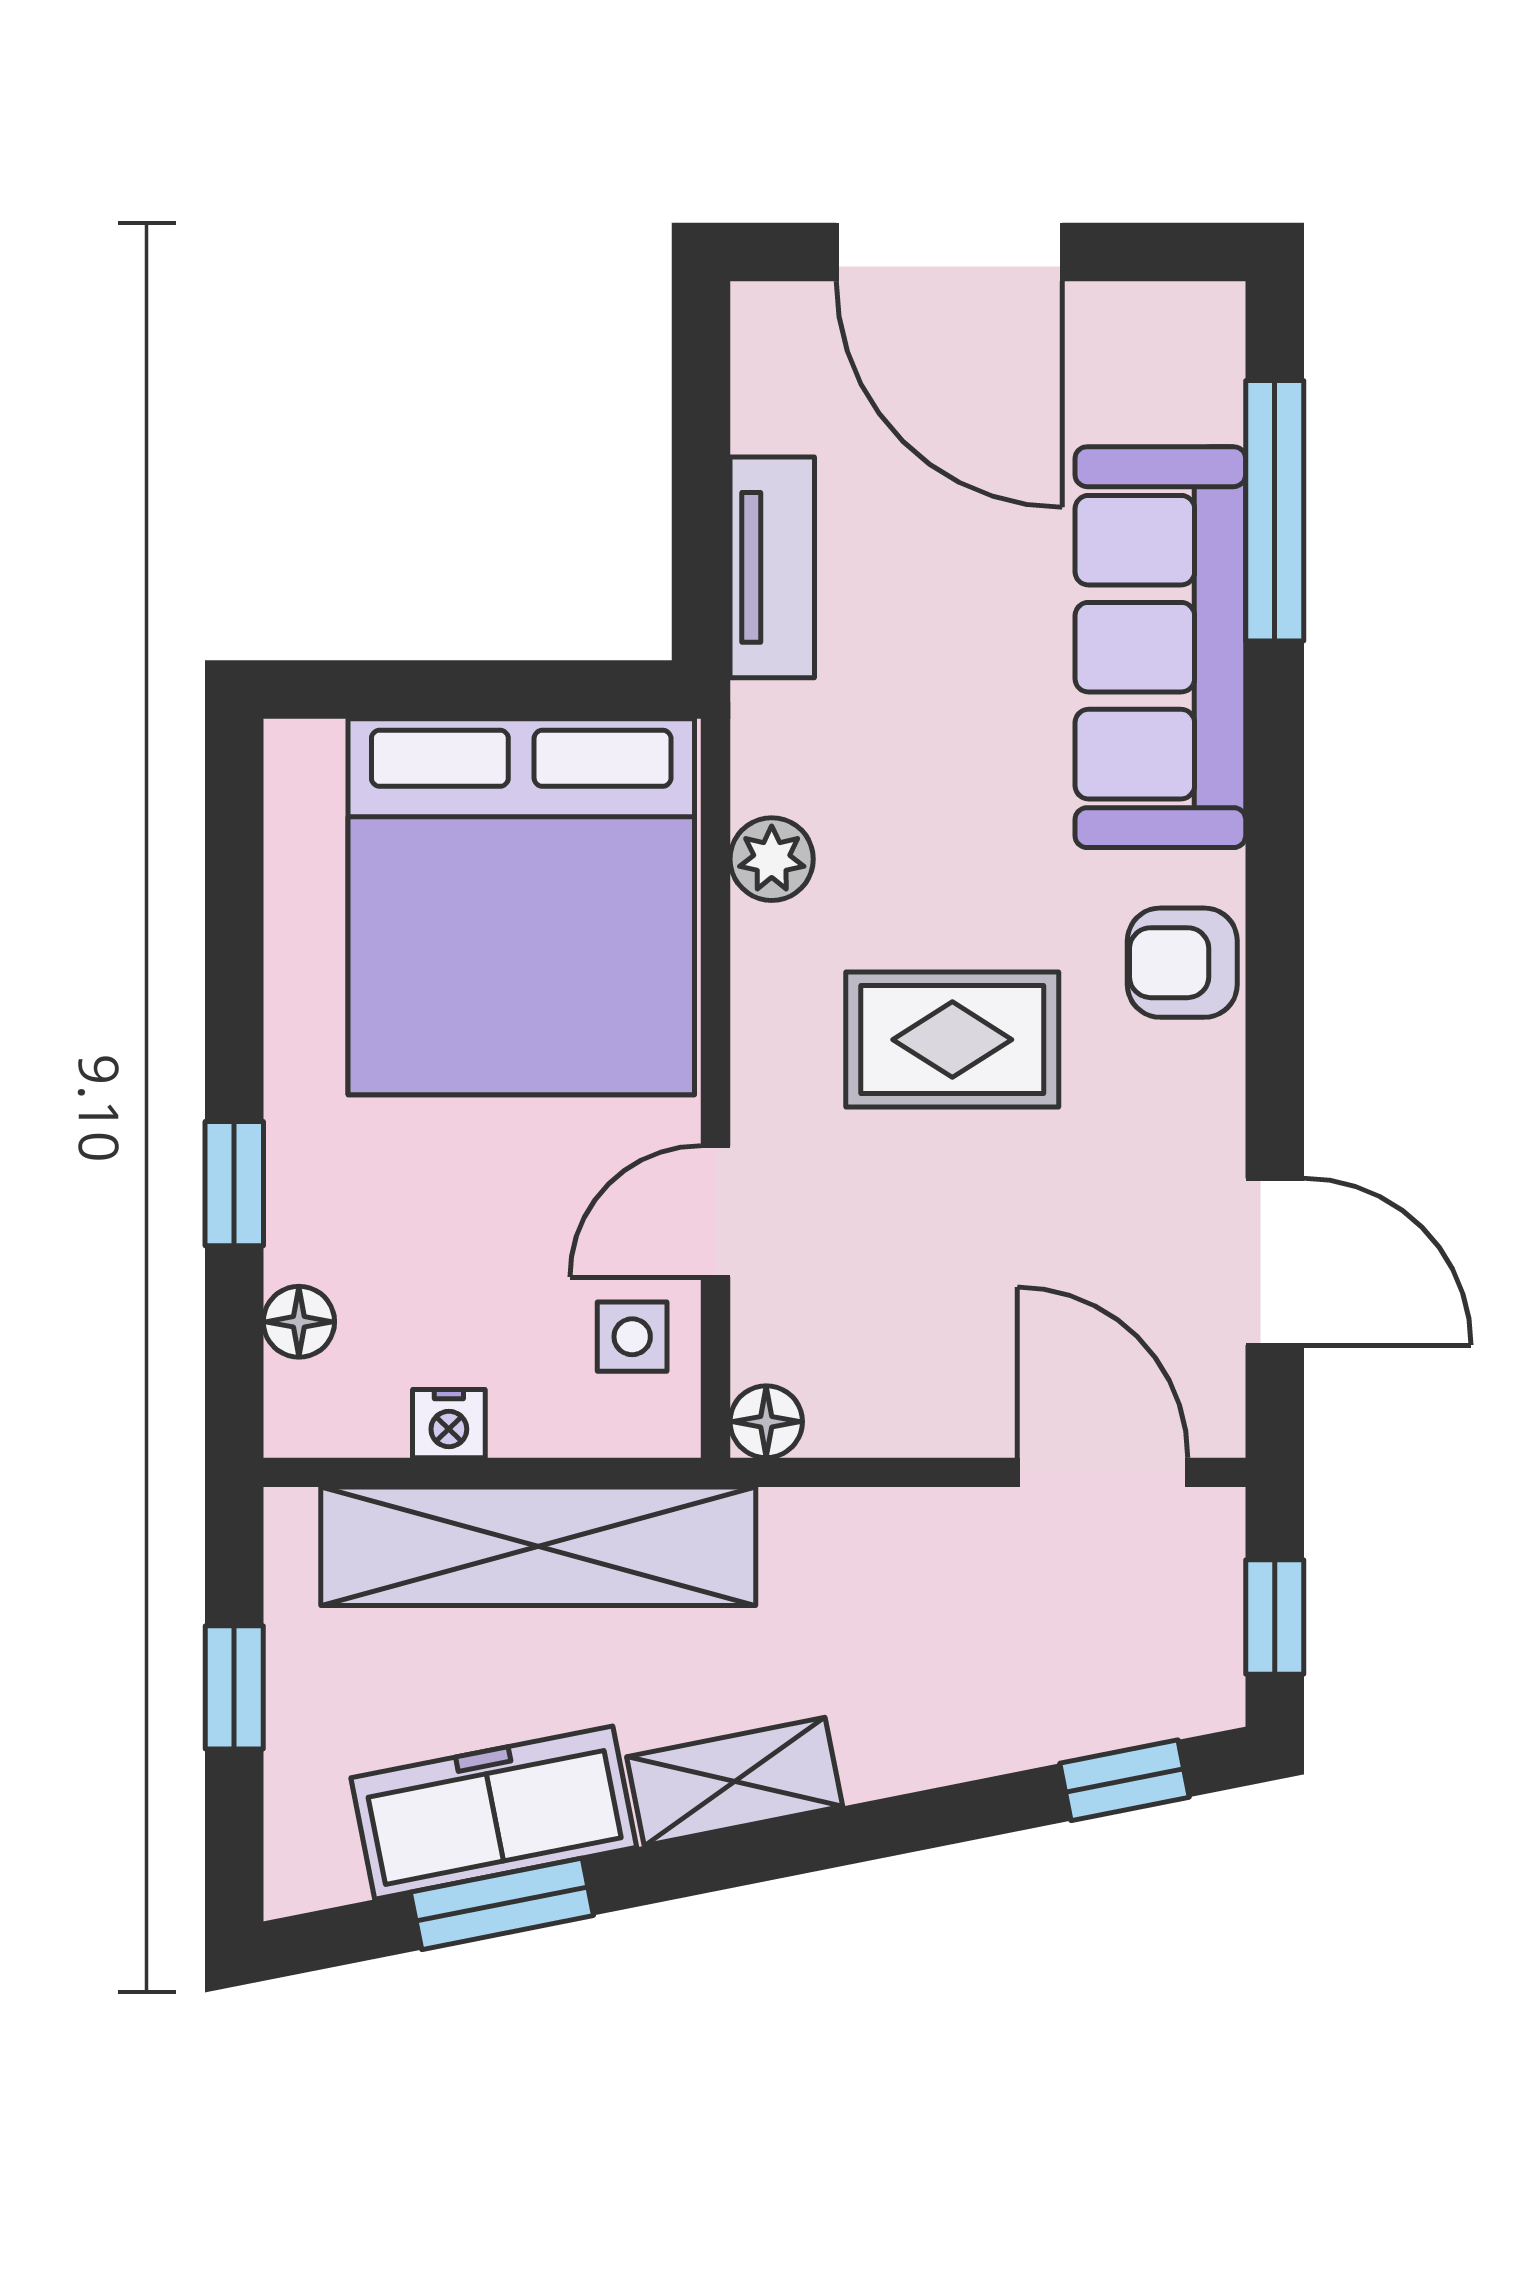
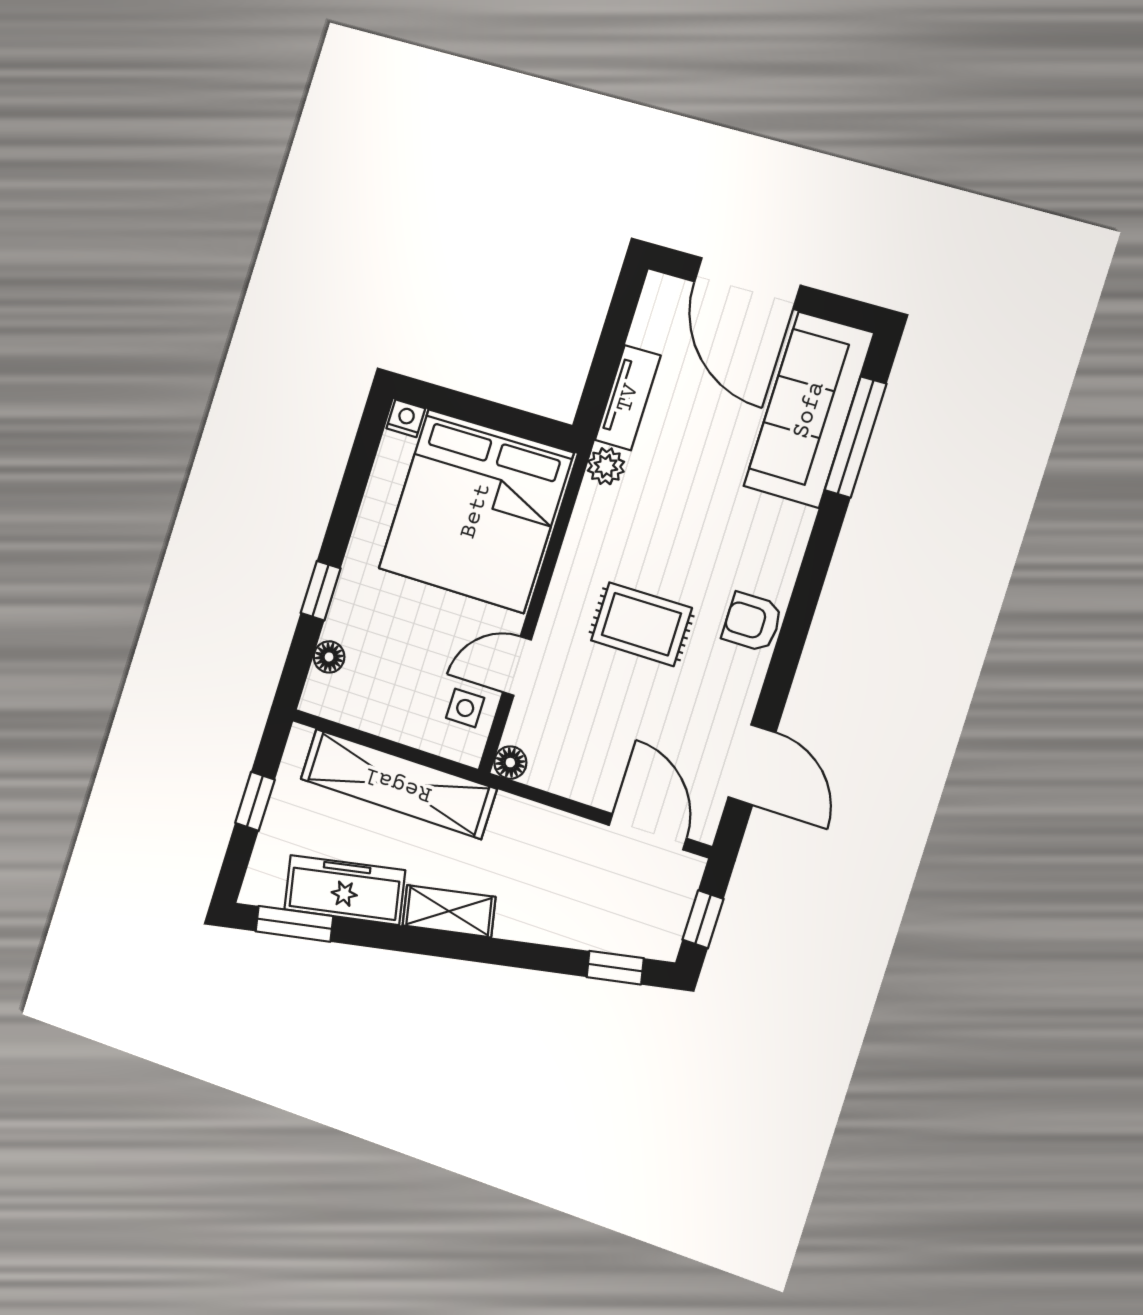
sofa: (1160, 647) -> (809, 410), moved
plant: (772, 859) -> (606, 466), moved
nightstand: (449, 1424) -> (406, 418), moved, turned 180
window: (502, 1904) -> (294, 924), moved

